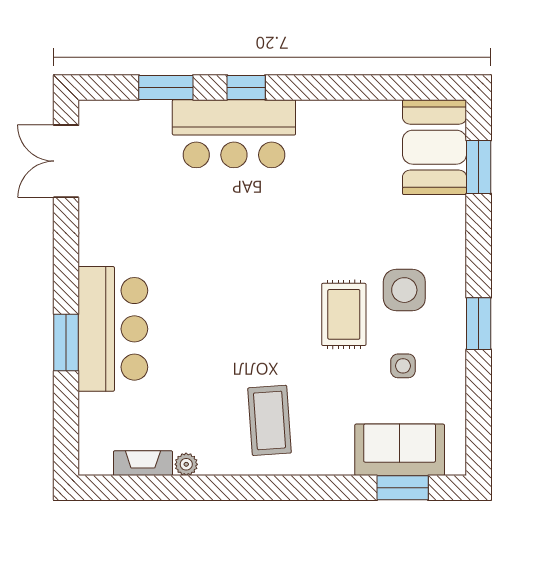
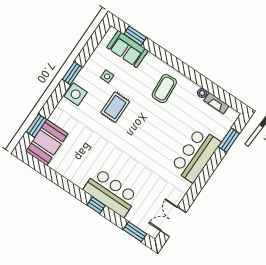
window: (166, 87) -> (135, 232), moved
double door: (66, 161) -> (173, 222), swing flipped
side table: (404, 290) -> (76, 94), moved
window: (66, 343) -> (229, 140), moved

